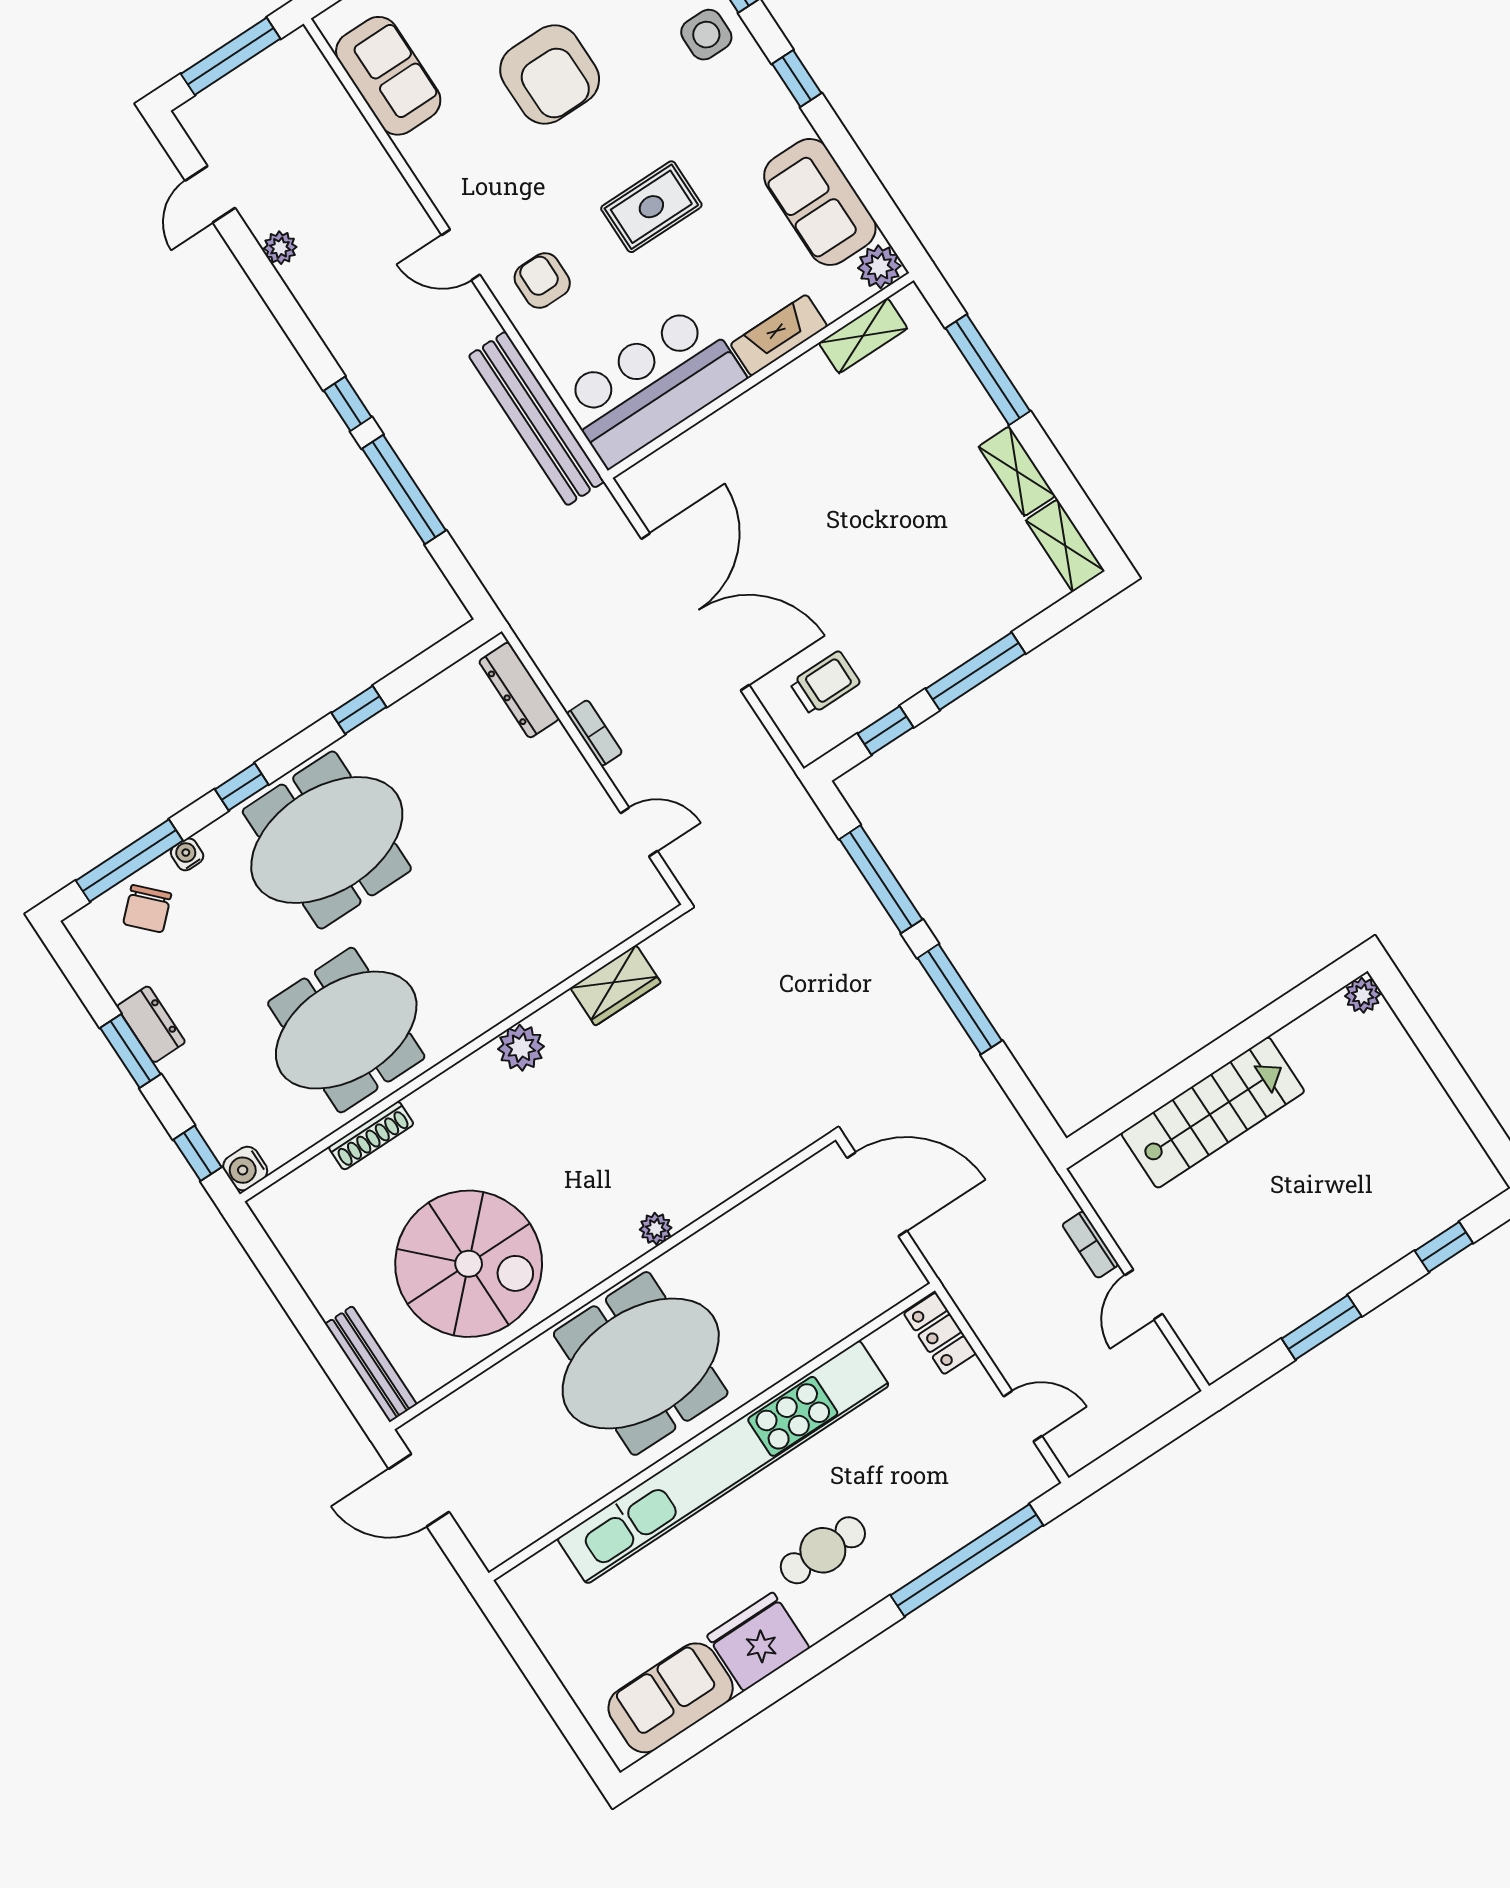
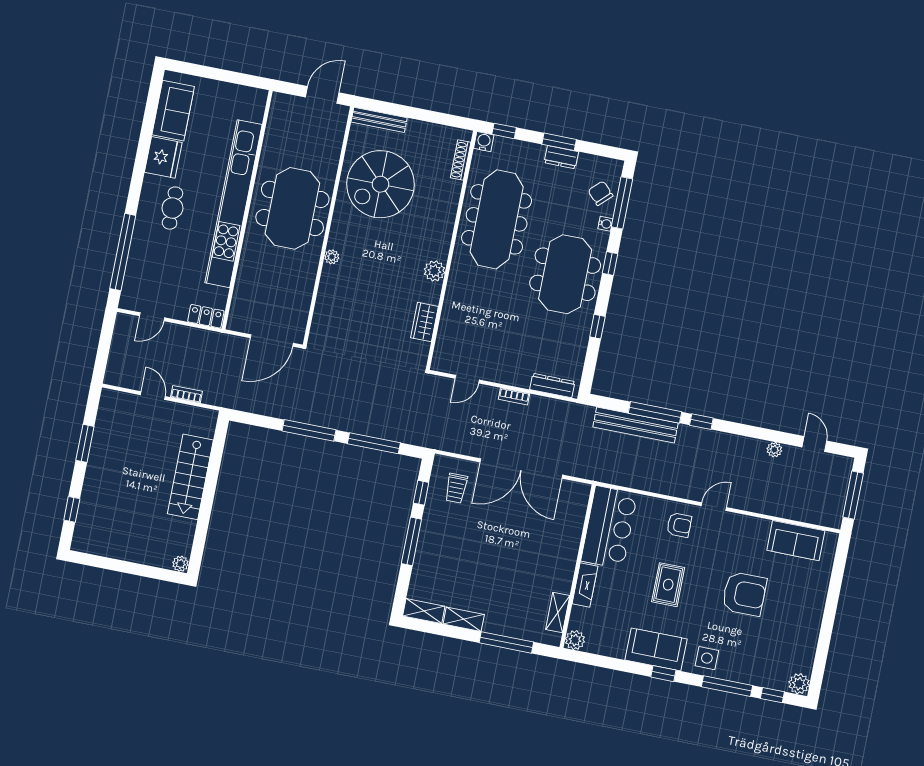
armchair: (550, 74) -> (744, 594), turned 180
sofa: (820, 202) -> (656, 649), moved
bench: (536, 419) -> (636, 425), moved
meeting table: (346, 1030) -> (497, 219), width x1.36
shoe rack: (371, 1136) -> (461, 160), moved

